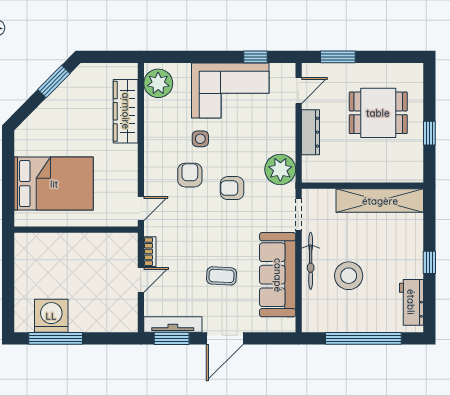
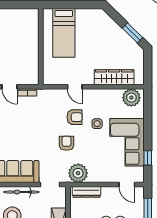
dresser: (310, 132) -> (87, 192), moved
bed: (54, 184) -> (64, 33), width x0.67
door: (141, 209) -> (75, 87), moved
coffee table: (221, 276) -> (12, 137), removed

